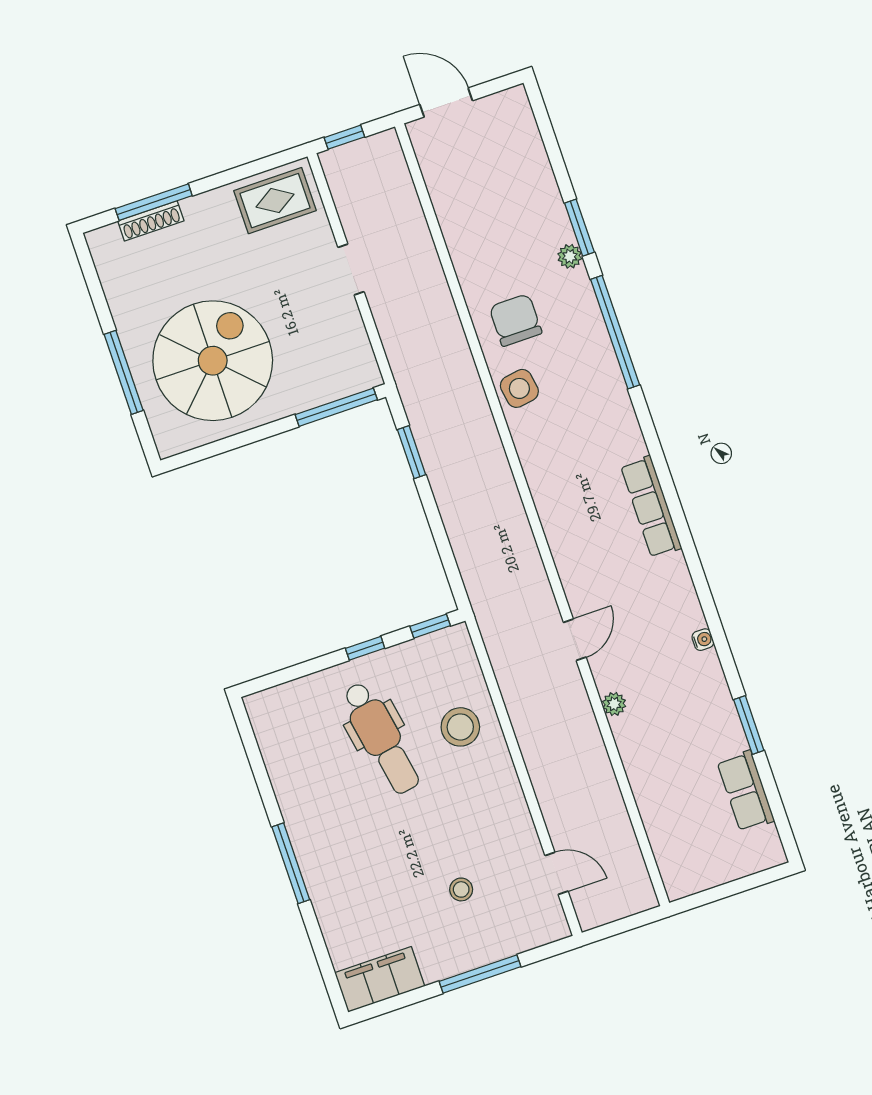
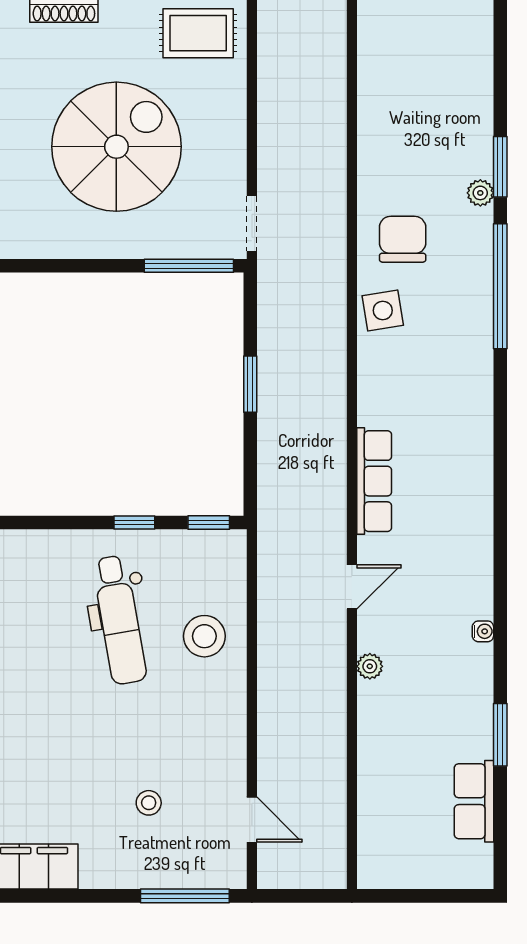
doorway: (351, 270) -> (252, 223), moved
spiral stairs: (213, 361) -> (116, 147), moved
window: (412, 452) -> (250, 384), moved
row of seats: (651, 507) -> (374, 481), moved, turned 180
window: (480, 974) -> (185, 896), moved

